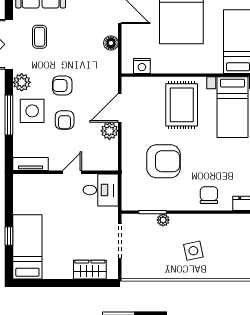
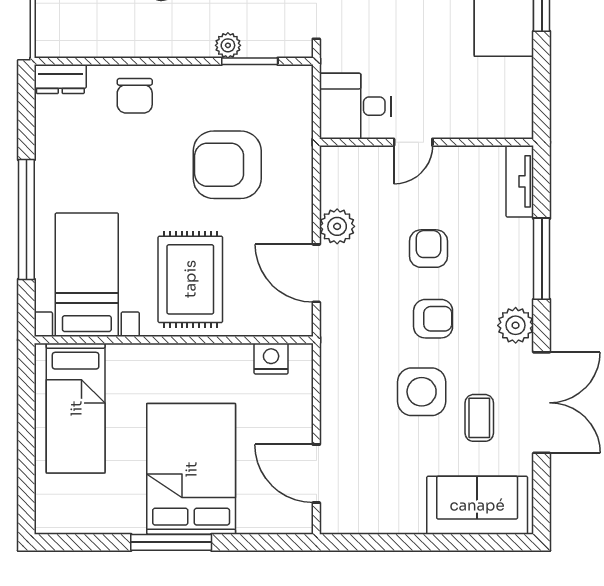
floor lamp: (111, 43) -> (334, 405), removed
door: (120, 108) -> (316, 273), swing flipped
side table: (32, 111) -> (422, 392), moved
tv unit: (31, 164) -> (520, 181), moved, turned 90

